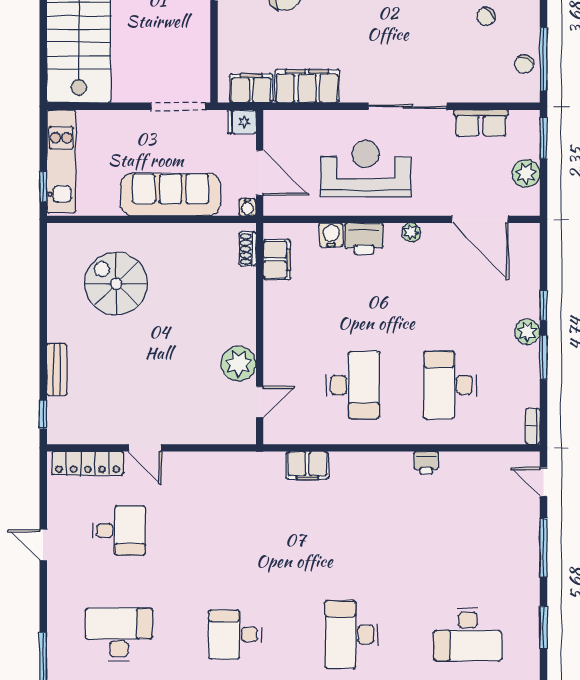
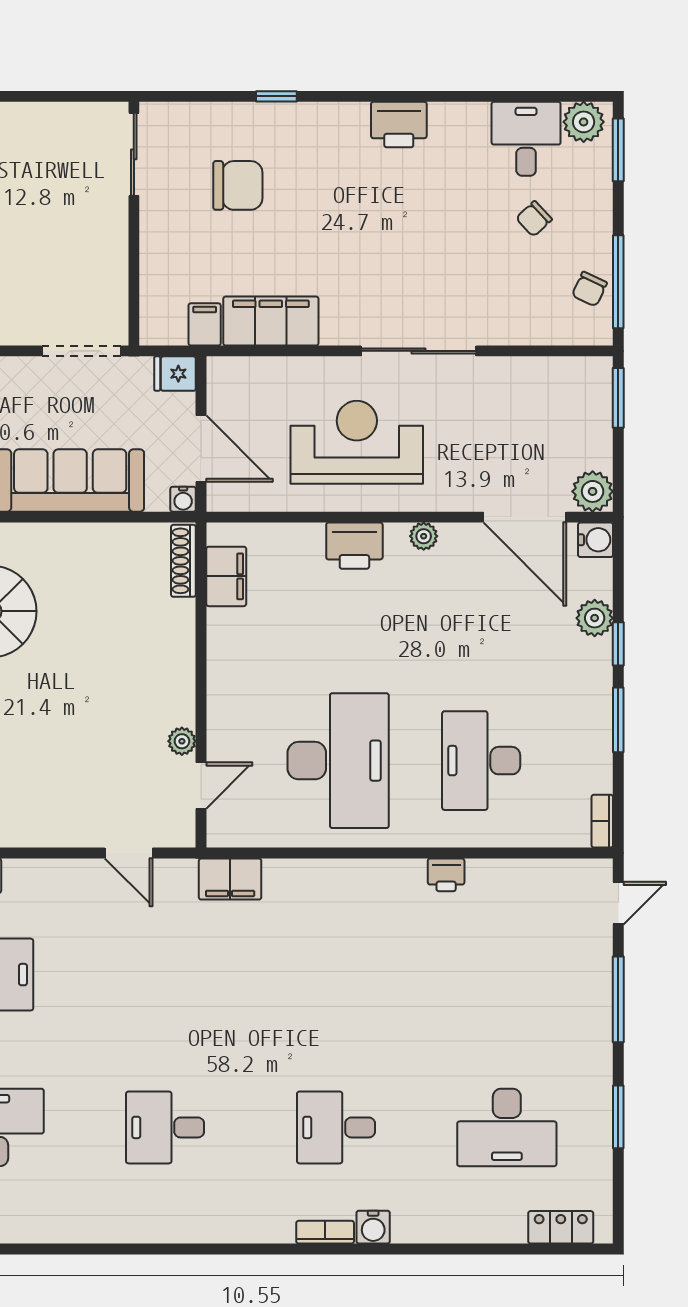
filing cabinet: (251, 88) -> (205, 324), width x0.50
row of seats: (481, 123) -> (526, 375), removed
plant: (526, 174) -> (593, 491), moved
water cooler: (331, 235) -> (596, 540), moved, turned 90
shoe rack: (248, 249) -> (183, 561), width x1.43
plant: (527, 332) -> (595, 618), moved
plant: (238, 364) -> (182, 741), width x0.53, depth x0.53
desk: (353, 385) -> (338, 761), width x1.36, depth x1.30
door: (145, 448) -> (129, 853), moved
filing cabinet: (307, 466) -> (230, 879), moved
door: (543, 482) -> (618, 903), swing flipped
desk: (351, 635) -> (336, 1127), width x0.73

